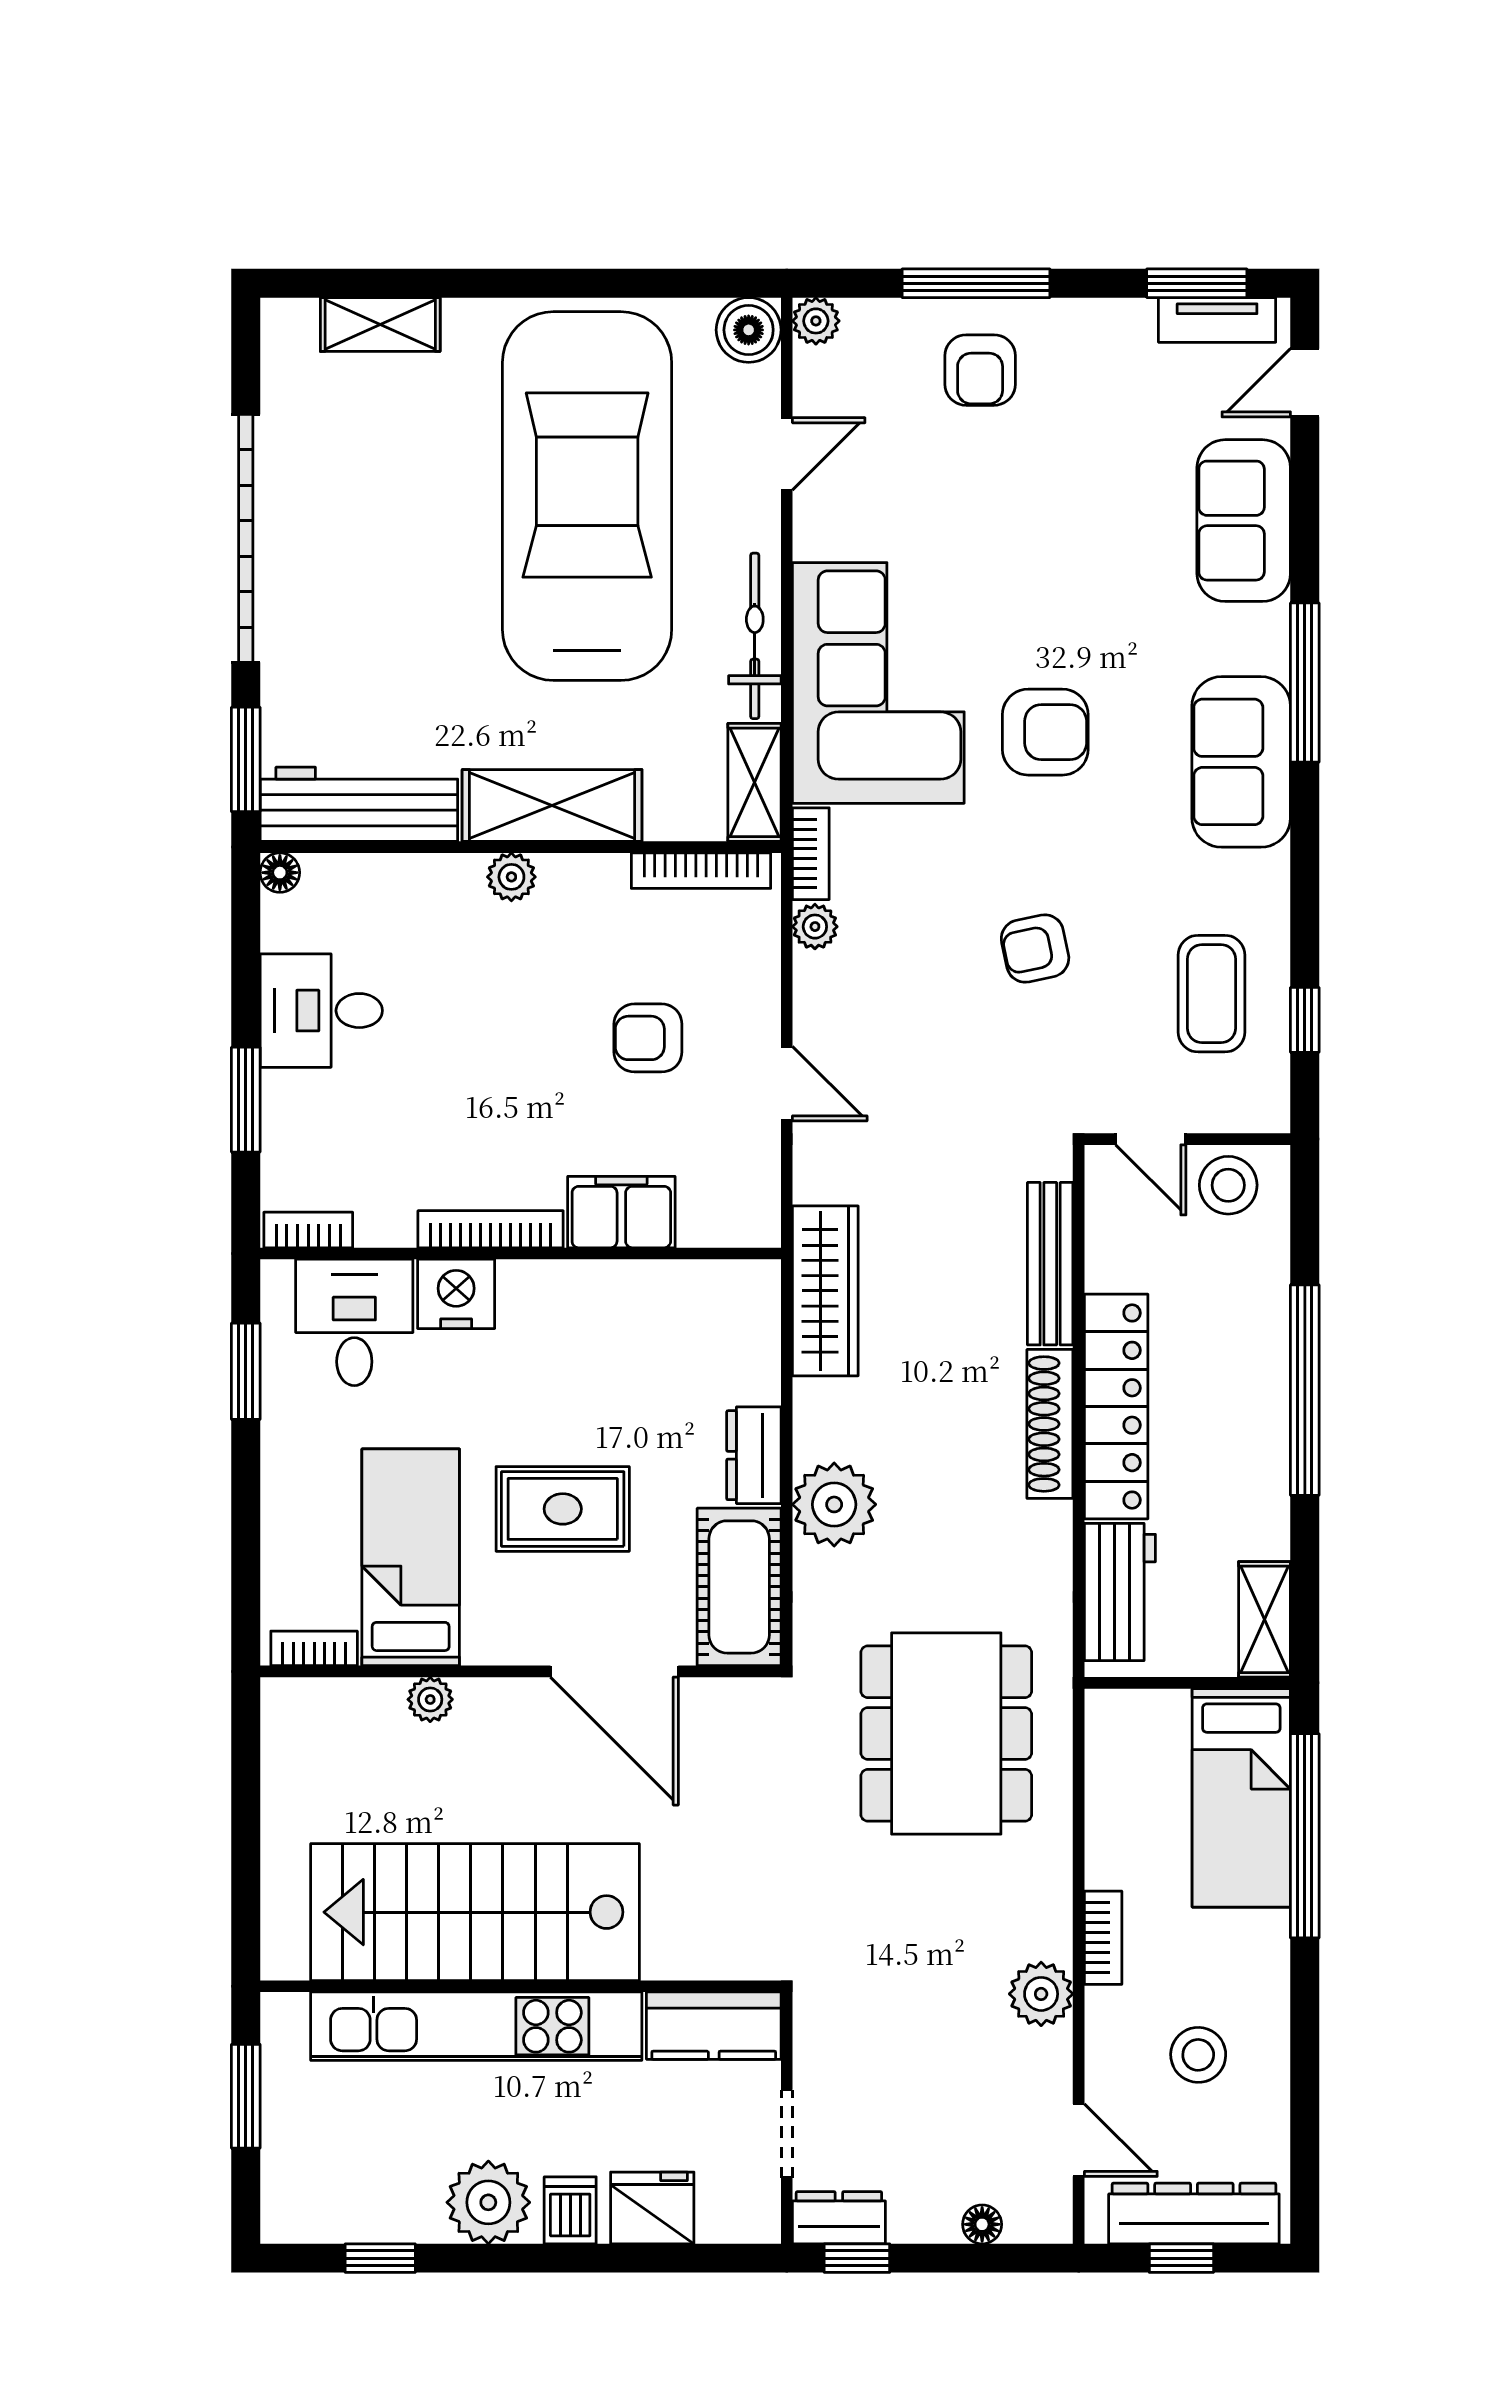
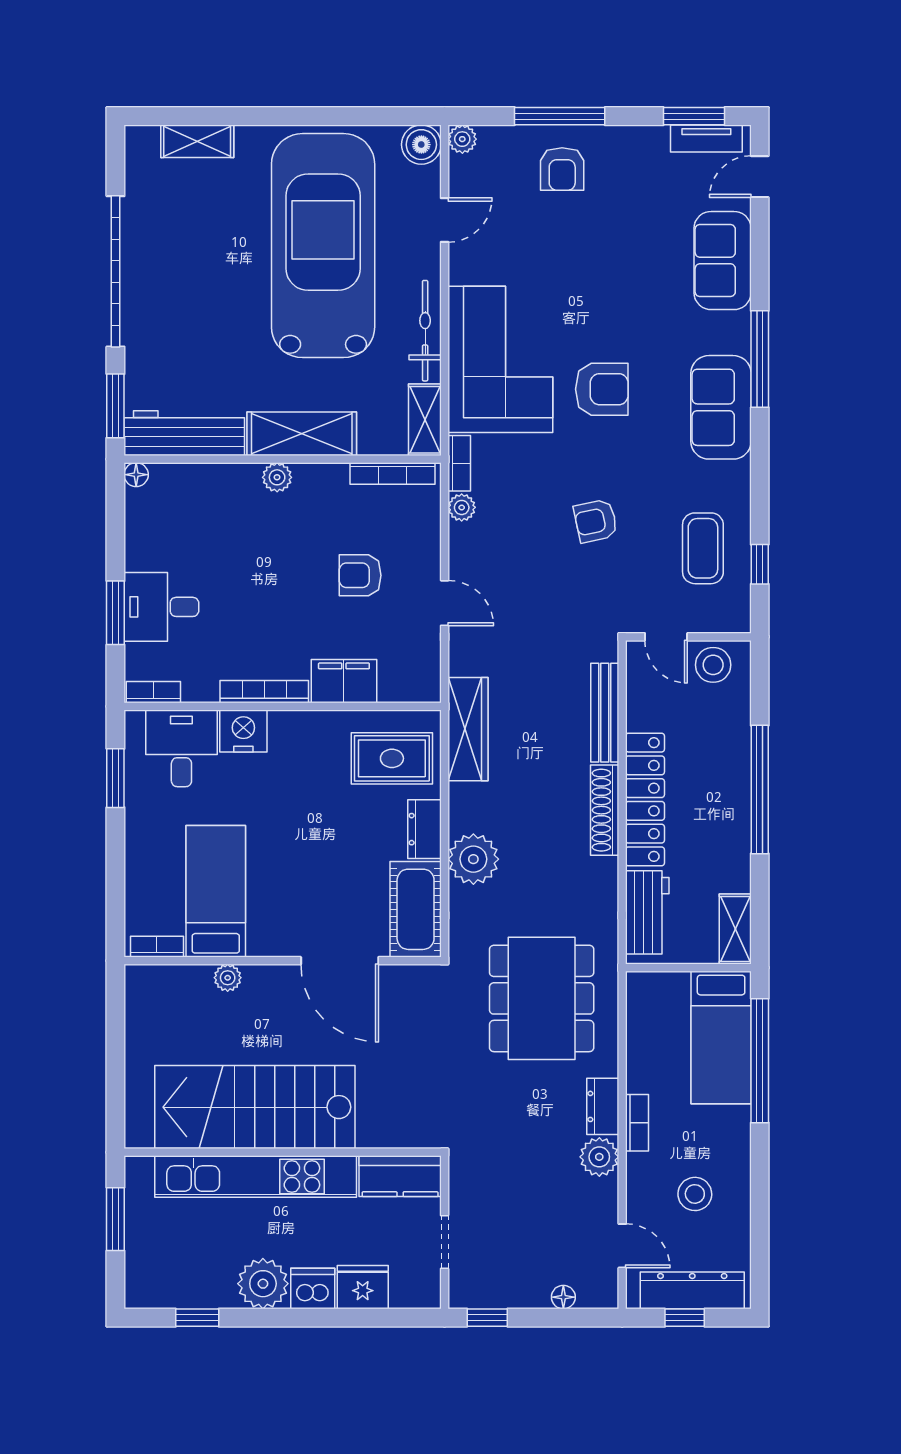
desk: (321, 1011) -> (161, 607), moved
rug: (563, 1509) -> (392, 758), moved
dishwasher: (570, 2210) -> (313, 1289), width x1.38
dresser: (839, 2218) -> (603, 1106), moved, turned -90

